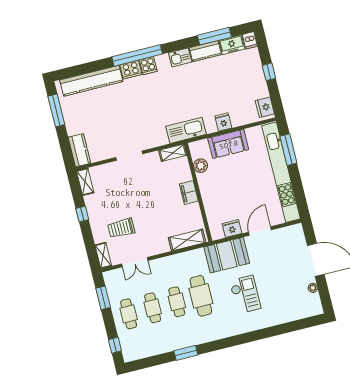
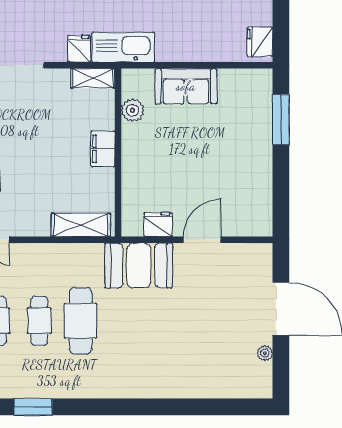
fridge: (223, 122) -> (79, 49), moved
kitchen unit: (281, 172) -> (260, 153), removed
checkout: (245, 295) -> (153, 337), removed

